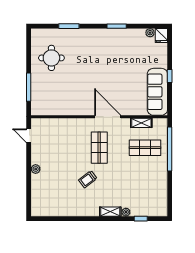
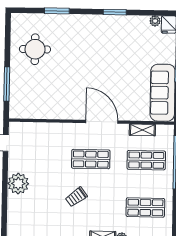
shop shelf: (99, 148) -> (91, 159), turned 90
plant: (36, 169) -> (18, 184), width x1.87, depth x1.87
shop shelf: (145, 187) -> (145, 207), added

